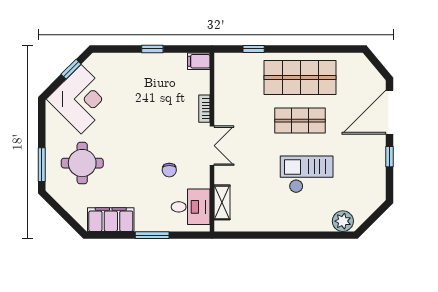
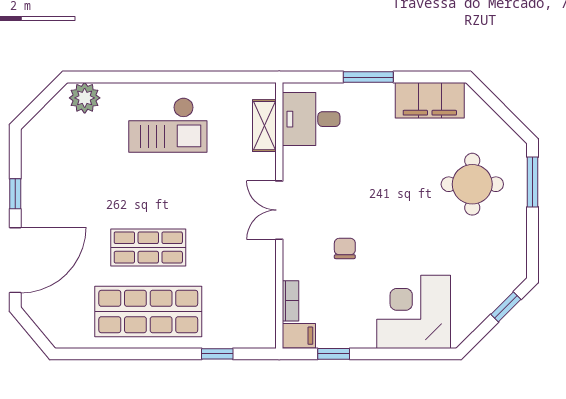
window: (152, 49) -> (334, 354), moved
window: (71, 69) -> (506, 307), moved
corner desk: (81, 99) -> (414, 312), moved, turned 45
bookcase: (204, 109) -> (291, 301), moved
chair: (169, 170) -> (345, 248), moved
checkout: (307, 174) -> (168, 125), moved

